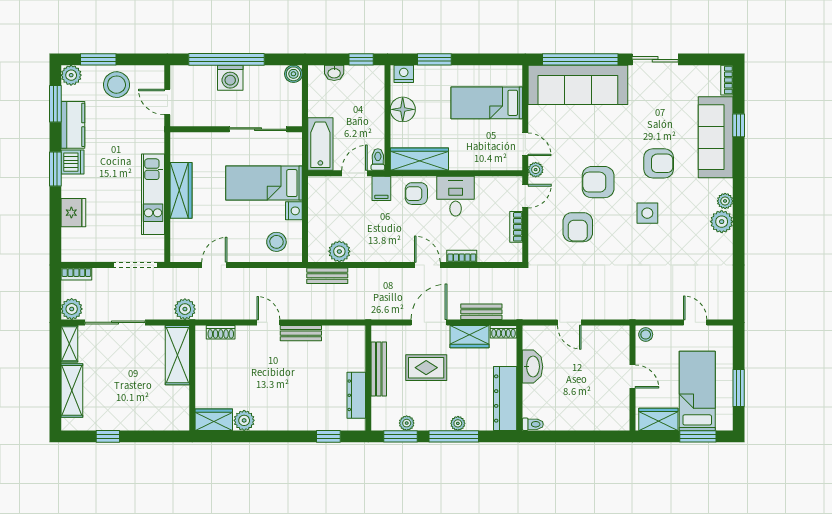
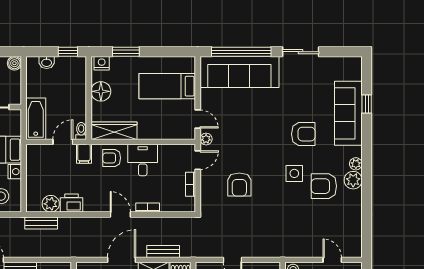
bookcase: (727, 80) -> (357, 68), removed
armchair: (598, 182) -> (324, 186), moved
printer: (366, 251) -> (72, 203), added

